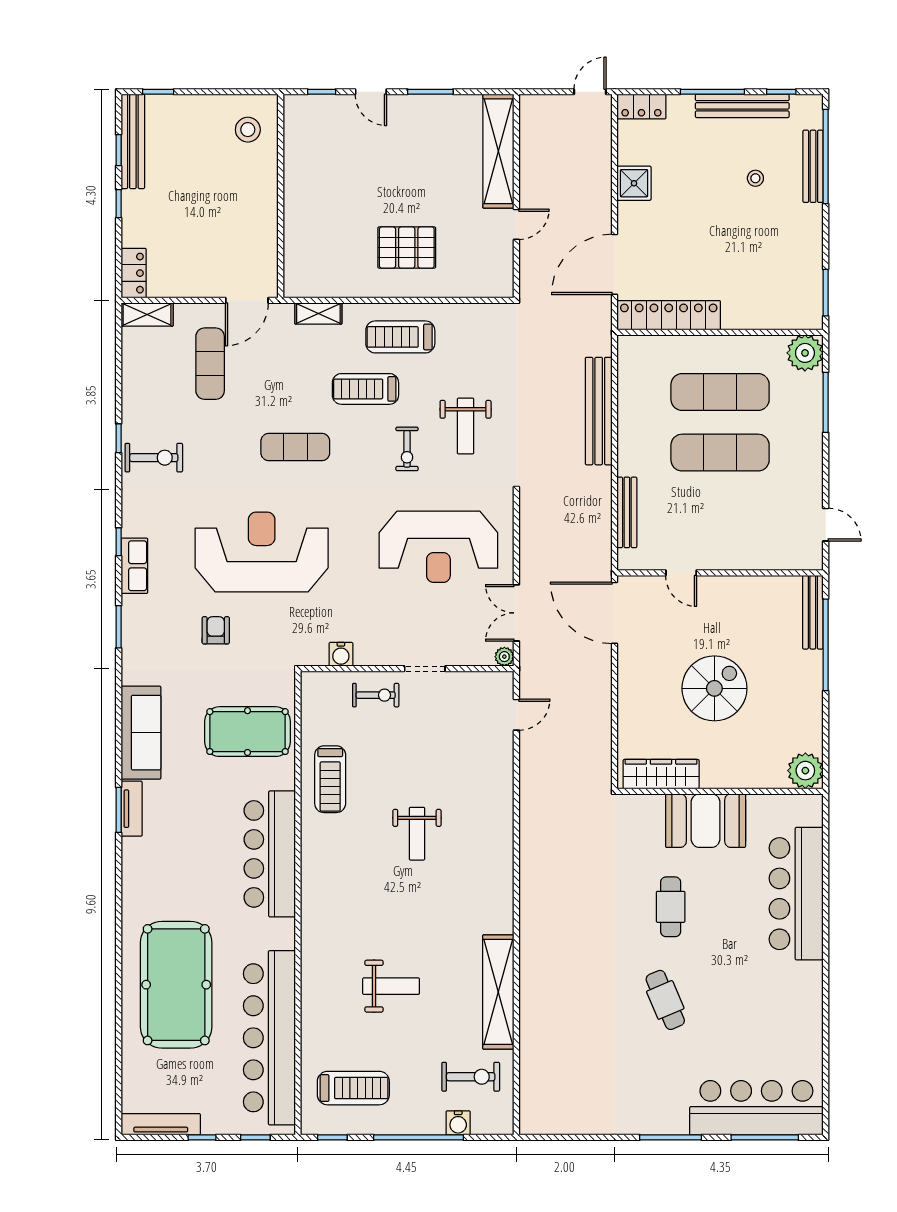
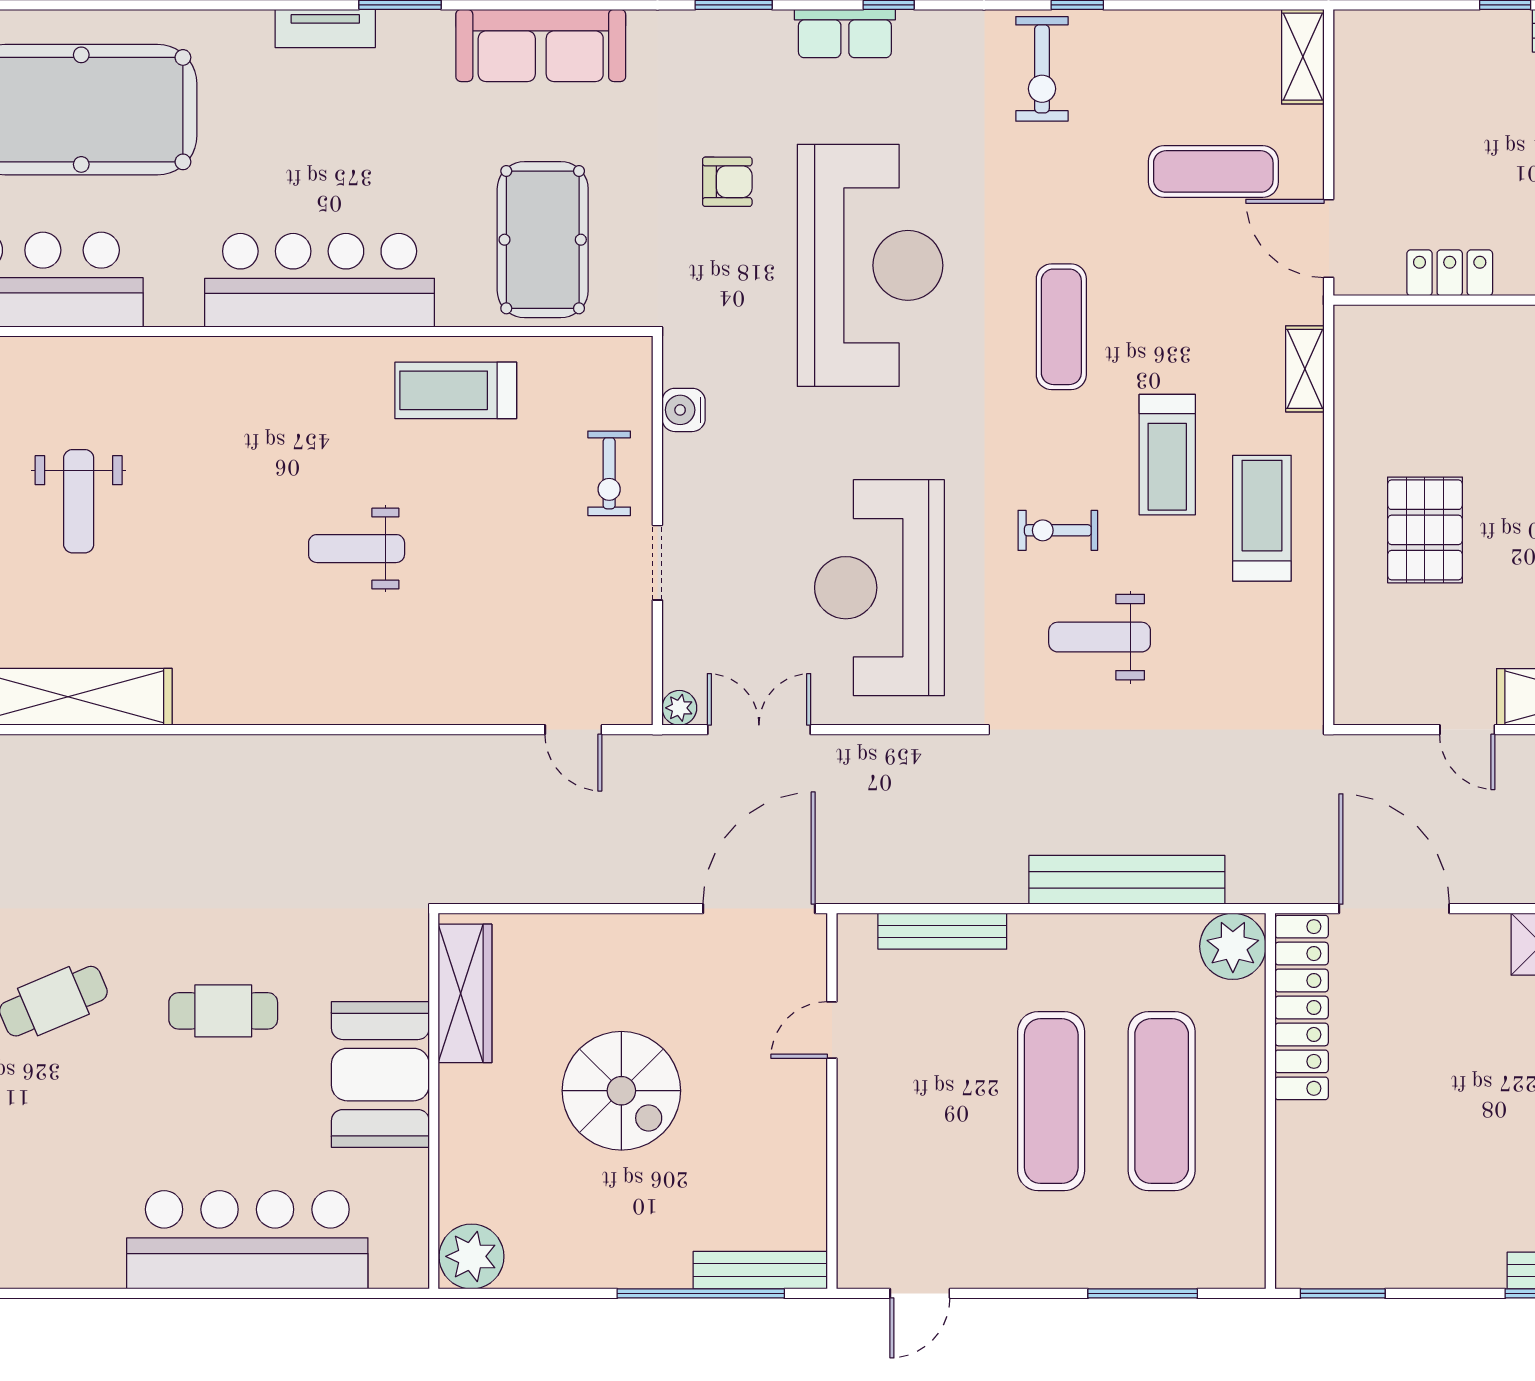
locker: (134, 273) -> (1450, 273), moved, turned 180
plant: (805, 353) -> (1233, 946), moved
treadmill: (365, 389) -> (1167, 455), turned 180
tv unit: (132, 809) -> (325, 28), moved

